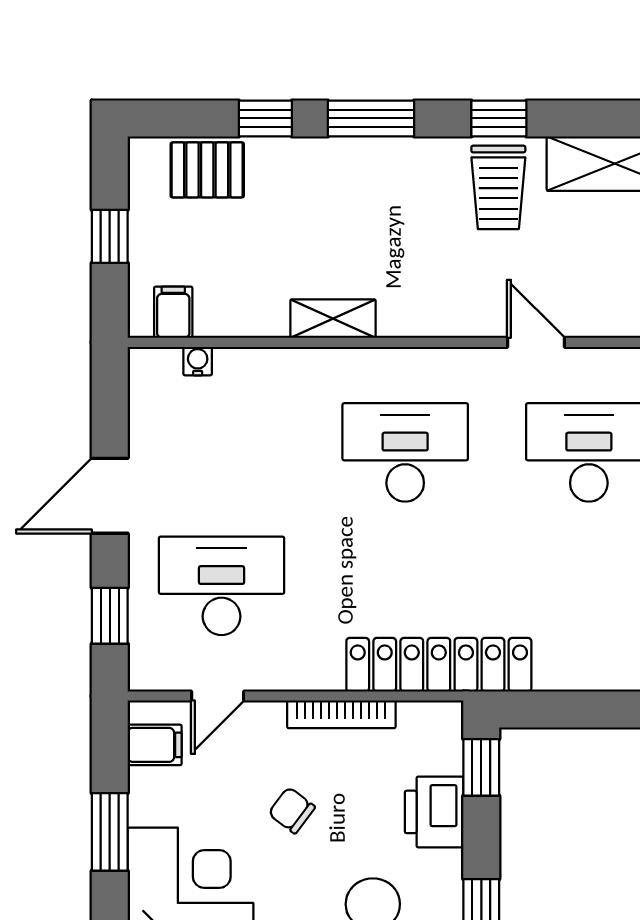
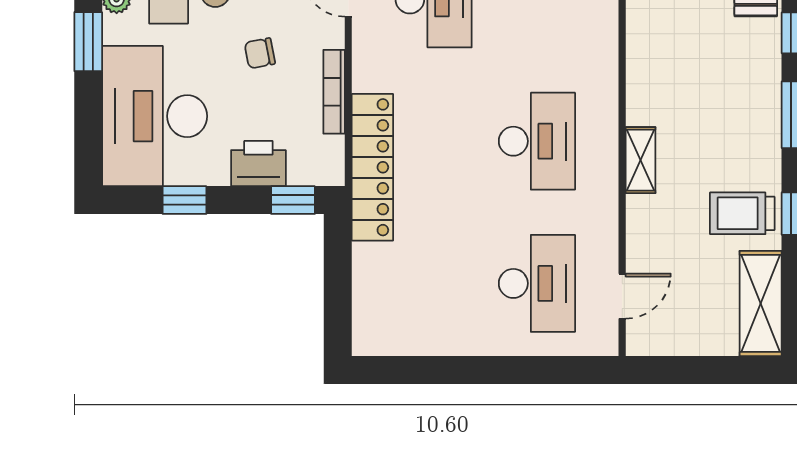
shelving: (333, 319) -> (641, 160), moved
door: (536, 342) -> (622, 296), moved
chair: (292, 810) -> (260, 53), turned -138

